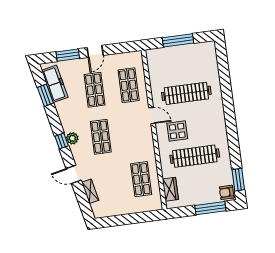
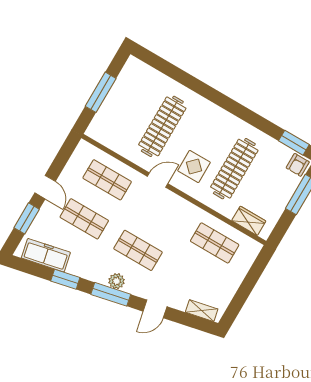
window: (45, 95) -> (65, 279), moved
window: (62, 141) -> (111, 294), width x2.17
shelving: (90, 191) -> (202, 311), moved

